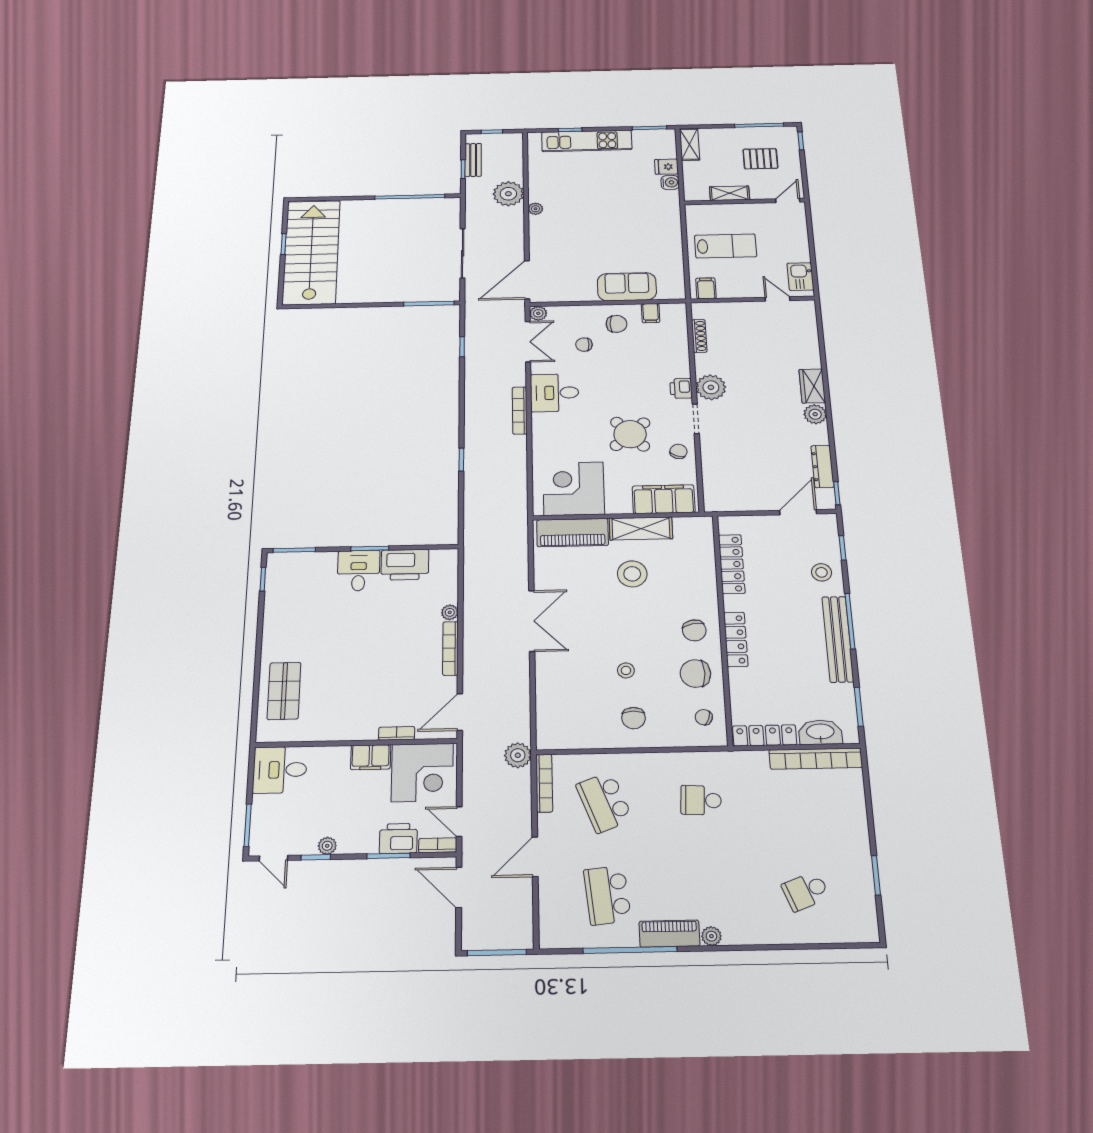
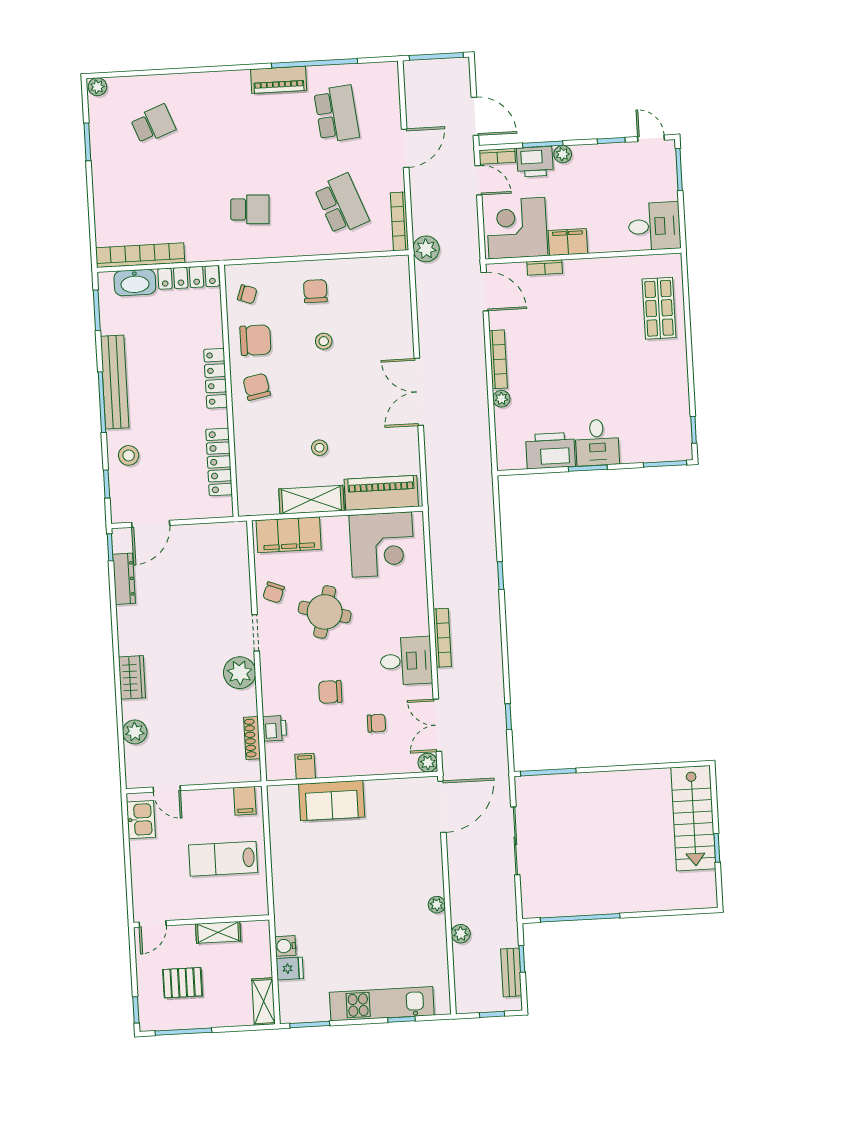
plant: (508, 194) -> (461, 934), width x0.53, depth x0.53
stairs: (311, 252) -> (693, 818), width x0.73, depth x0.66
chair: (617, 324) -> (330, 692), moved
printer: (681, 388) -> (275, 728), moved
plant: (815, 414) -> (135, 732), moved
round table: (630, 434) -> (325, 612), turned -33
stool: (632, 574) -> (319, 448), width x0.53, depth x0.53
door: (460, 712) -> (485, 292), hinge flipped
plant: (327, 846) -> (563, 154), moved
plant: (711, 936) -> (97, 87), moved

